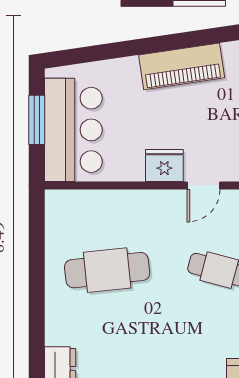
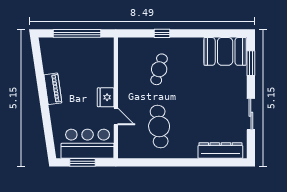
piano: (182, 66) -> (53, 89), width x0.73, depth x0.75
door: (204, 186) -> (116, 117), moved

